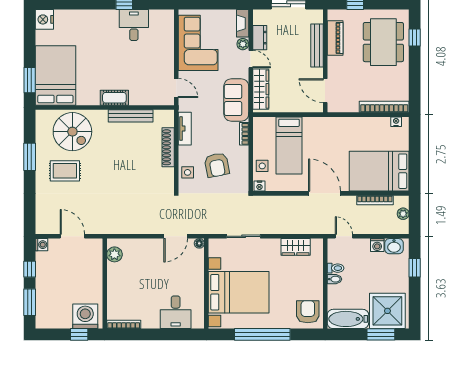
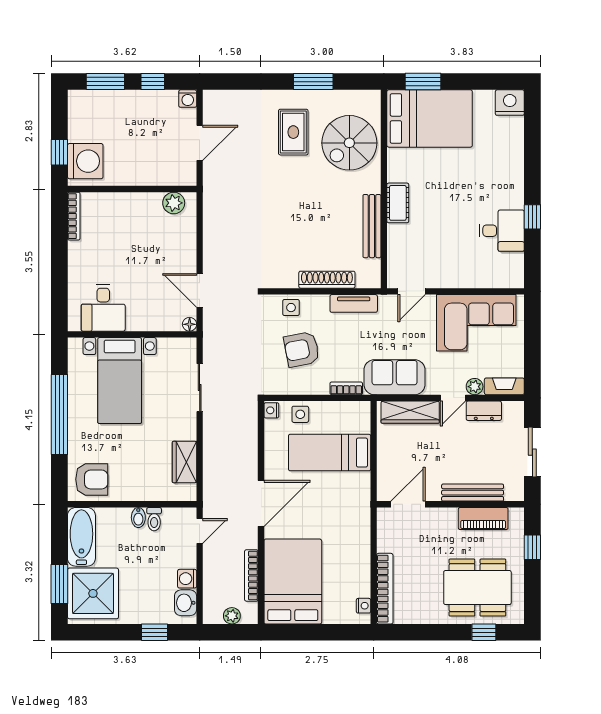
bed with nightstands: (239, 292) -> (120, 381), width x0.73
desk: (176, 312) -> (103, 308), moved, turned -90

